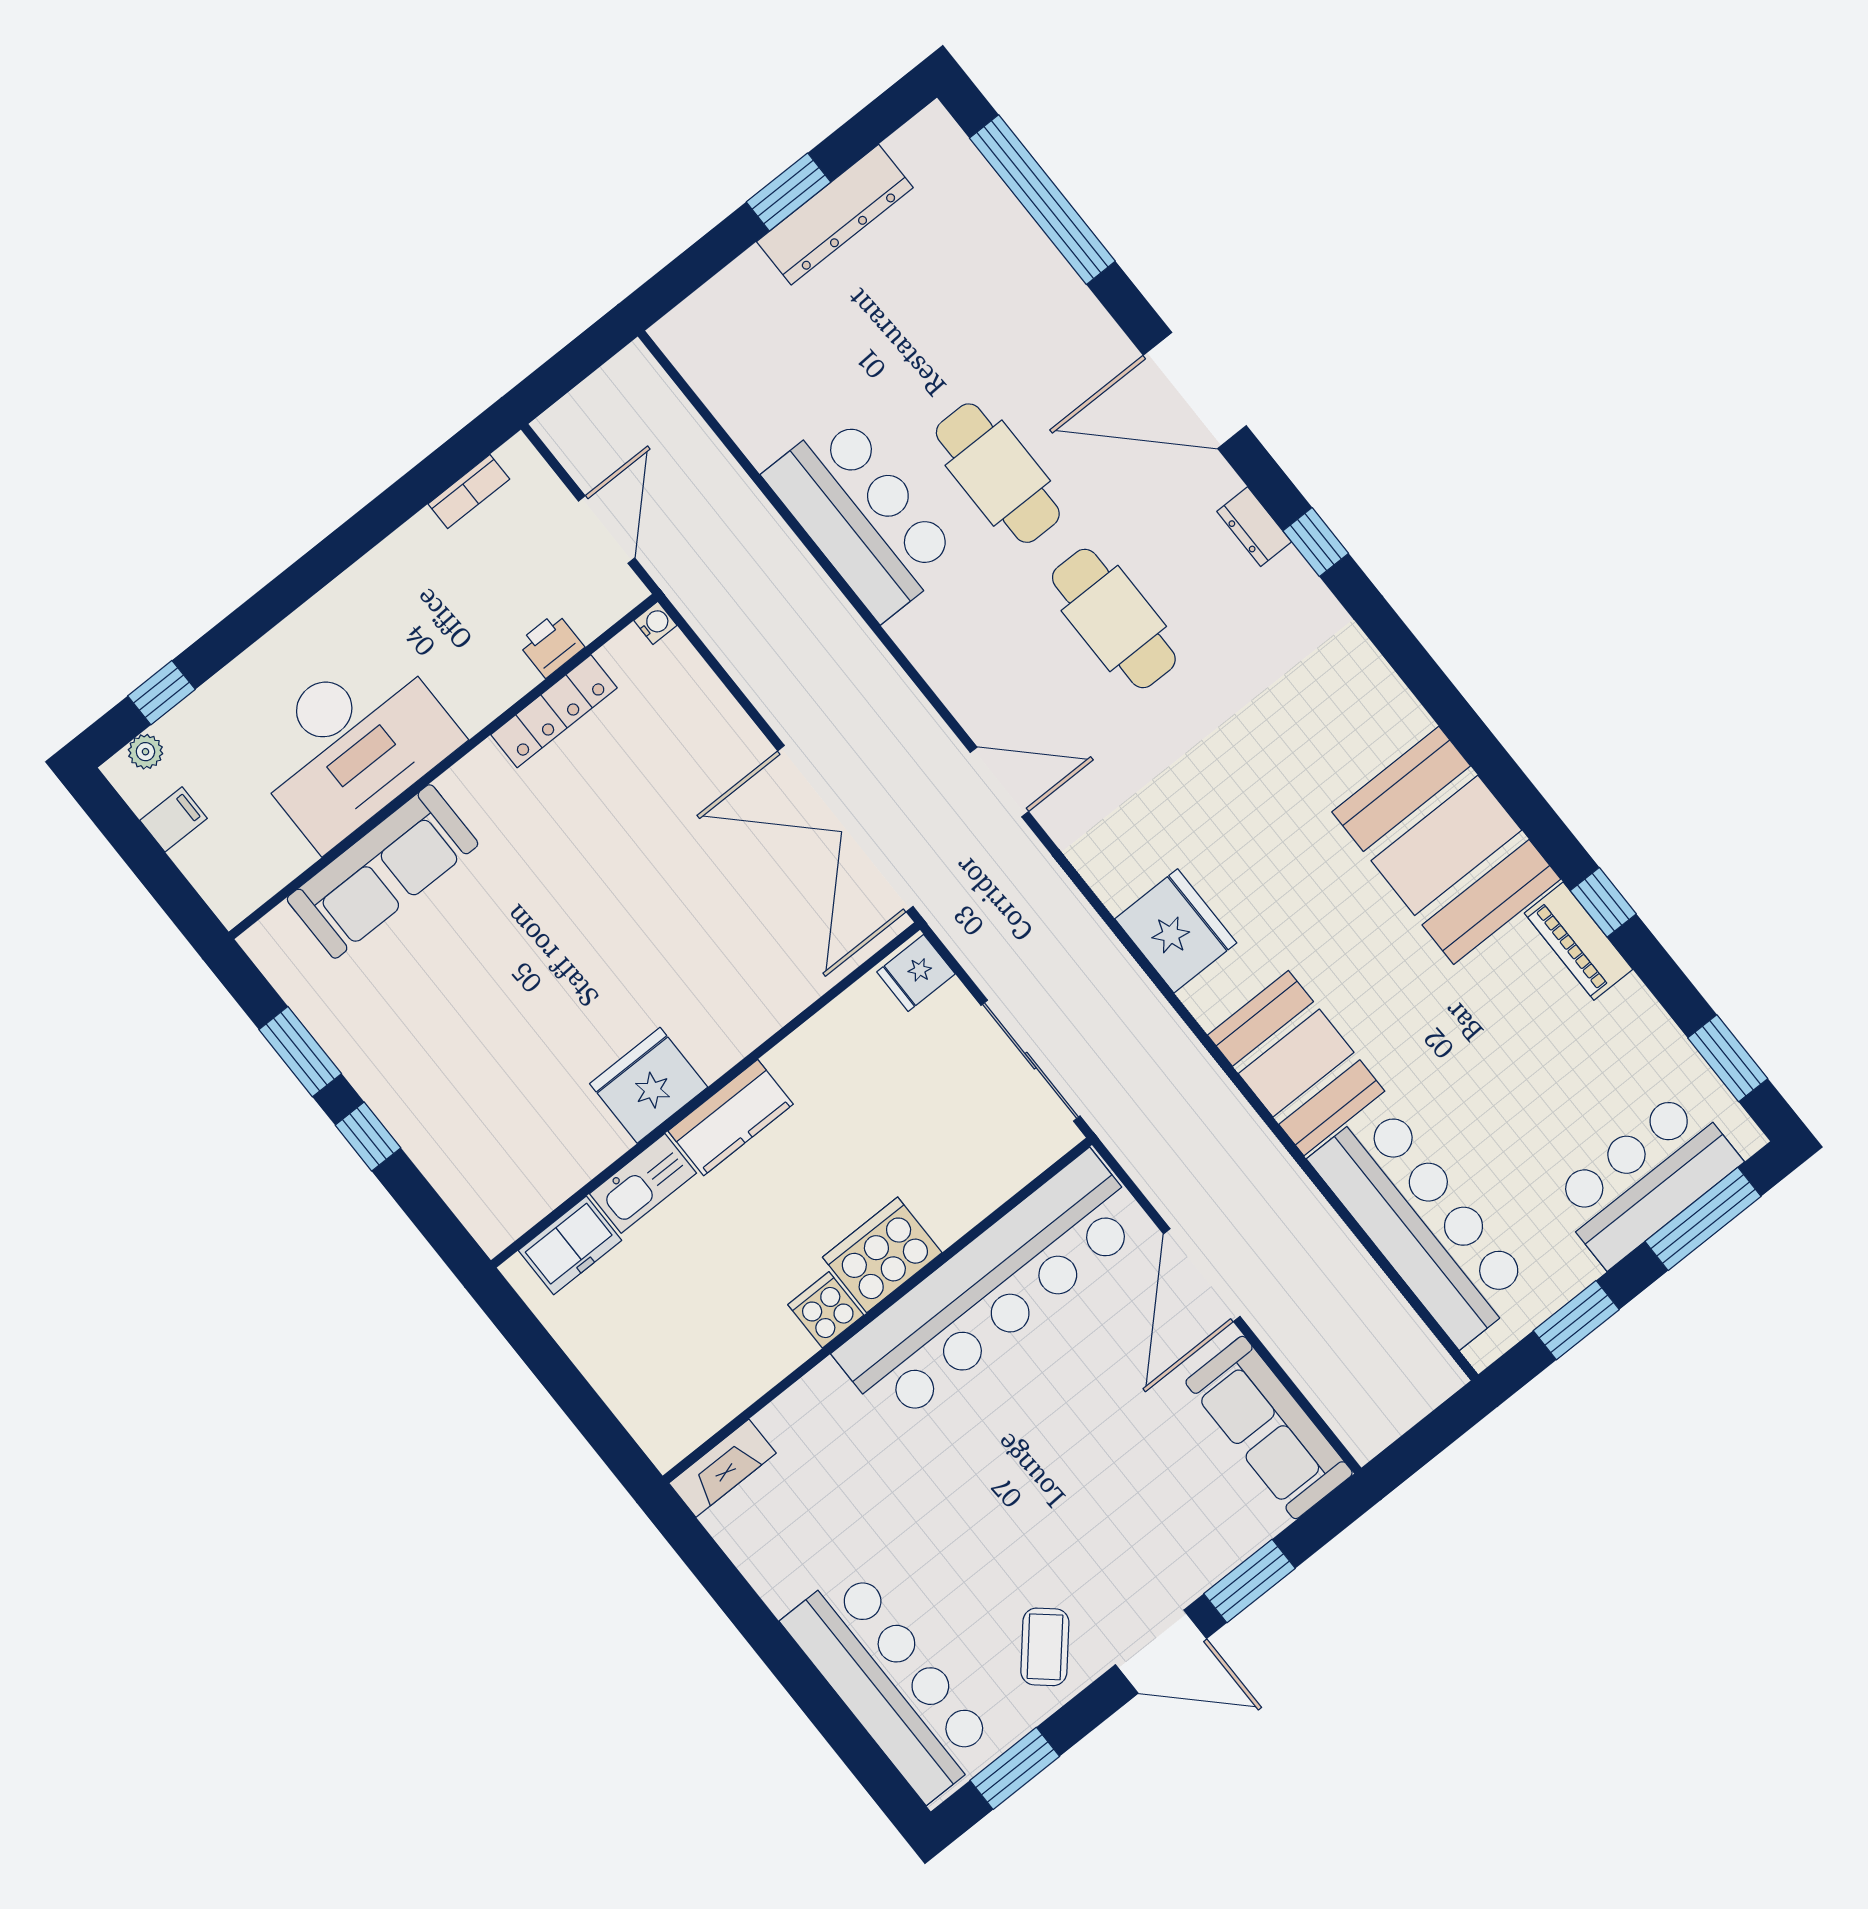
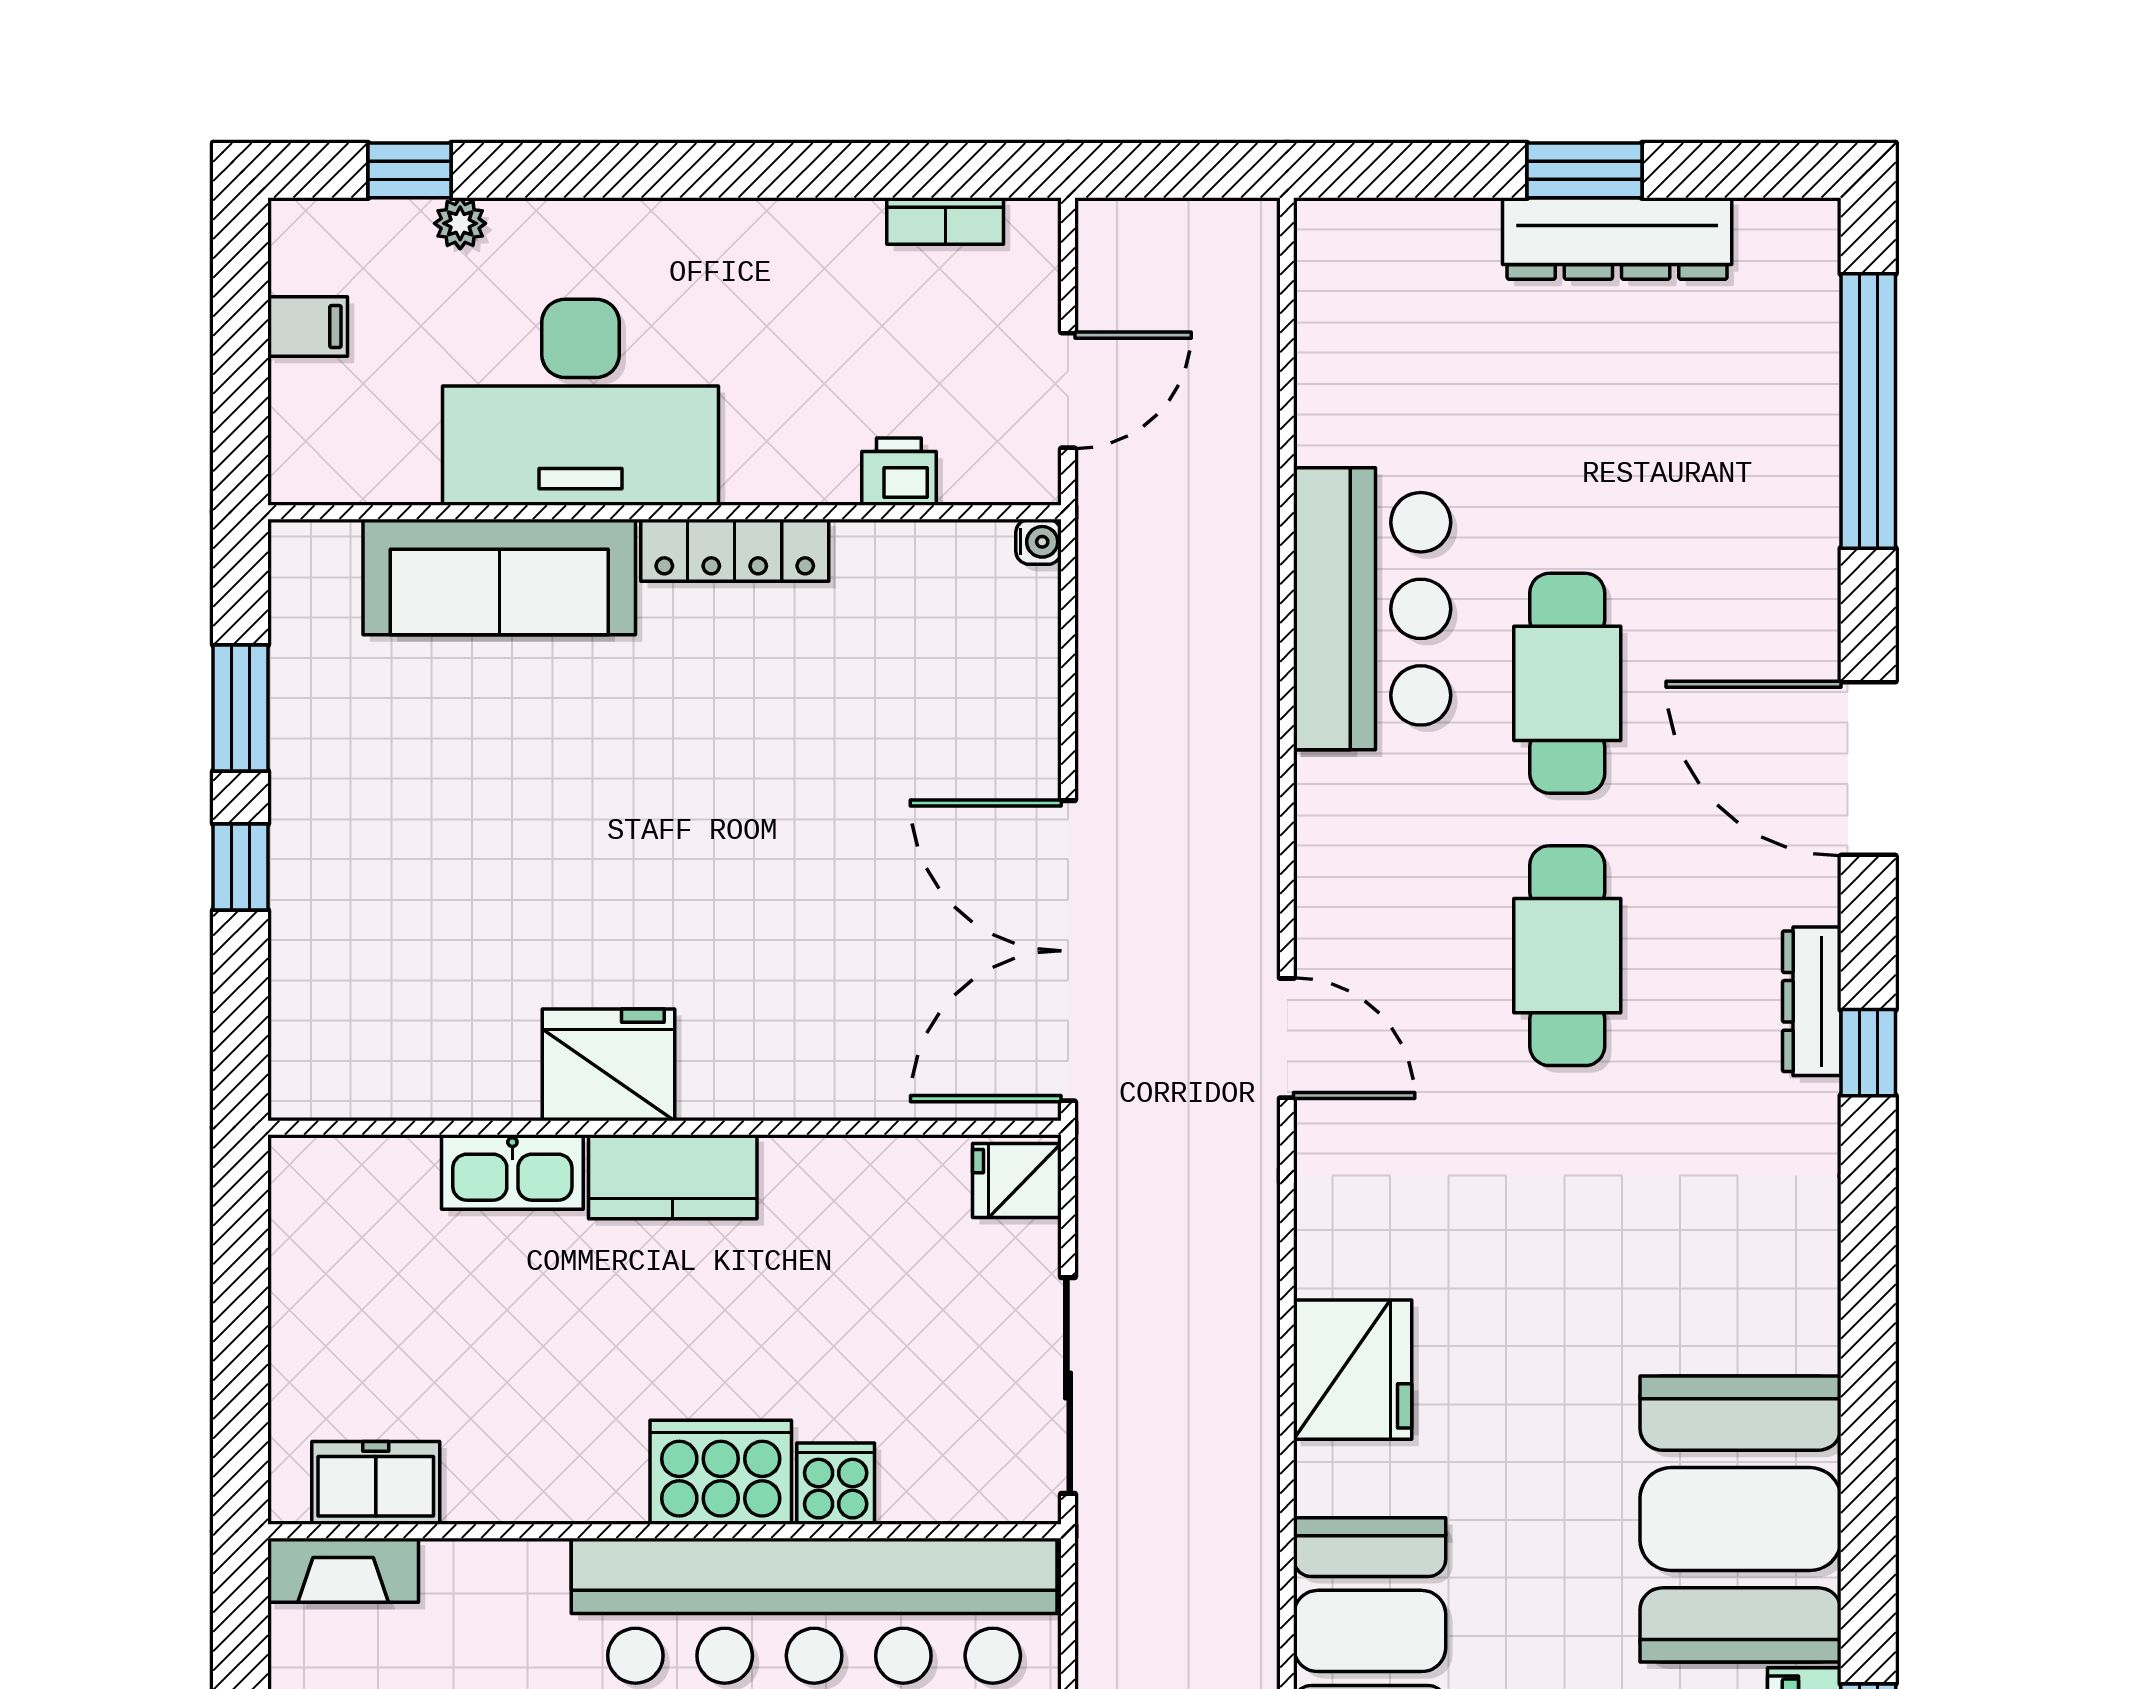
dresser: (1254, 527) -> (1812, 1001), width x1.44
locker: (554, 711) -> (735, 550), moved
plant: (145, 752) -> (460, 223), moved
freezer: (570, 1245) -> (376, 1483), moved, turned 180
cooker: (826, 1310) -> (836, 1484), moved

